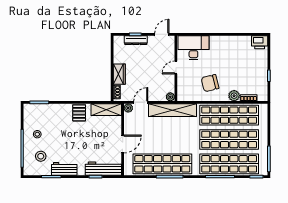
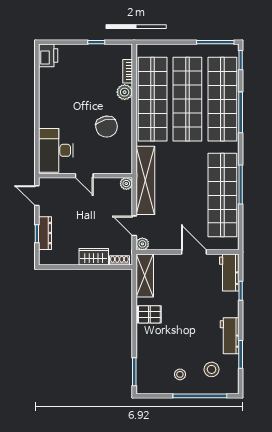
workbench: (103, 169) -> (229, 273), width x0.73

